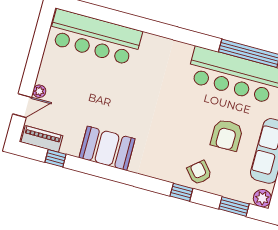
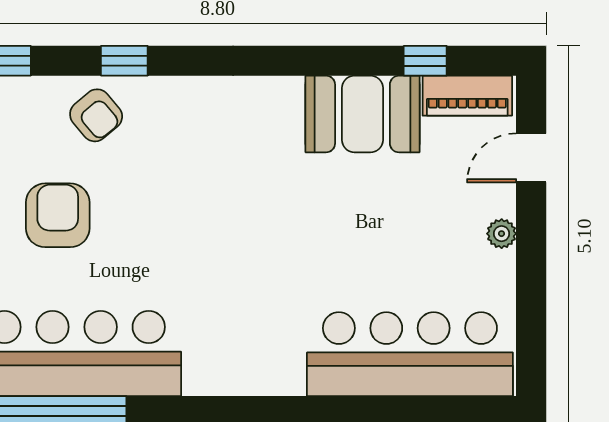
plant: (39, 91) -> (502, 234), moved
booth: (107, 148) -> (362, 114), moved

